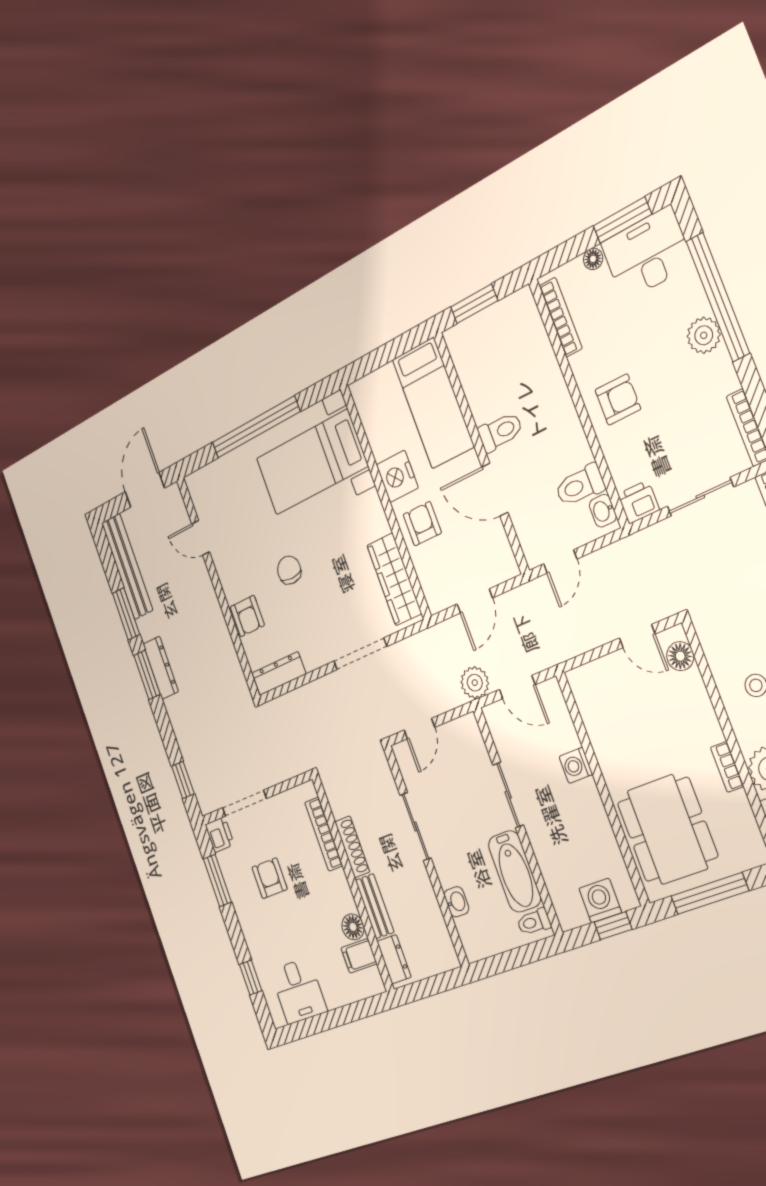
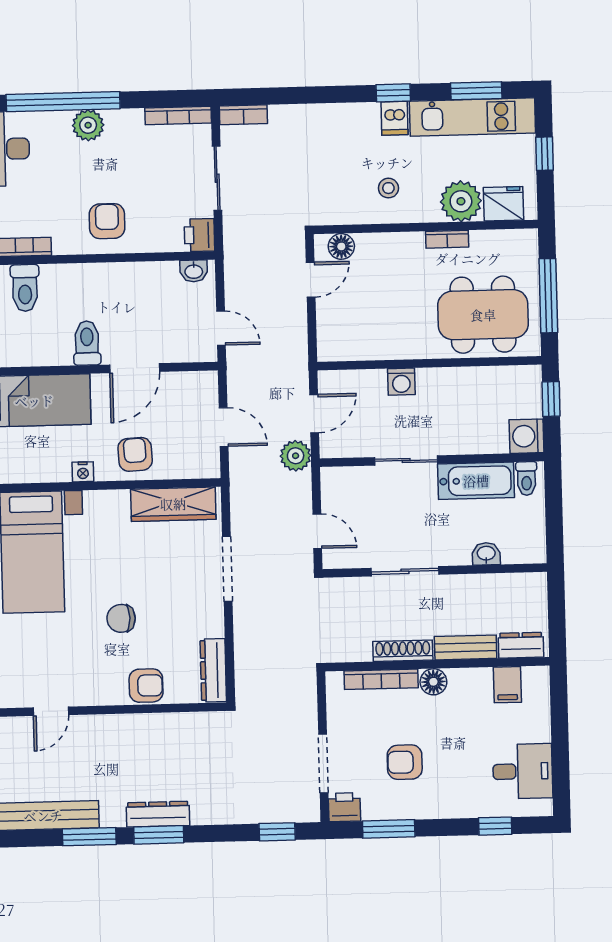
nightstand: (397, 476) -> (83, 472), width x0.53, depth x0.56
toilet: (580, 485) -> (25, 288), moved
armchair: (422, 524) -> (135, 454), turned 87
washing machine: (600, 900) -> (527, 436), moved
floor lamp: (353, 927) -> (433, 682), moved

